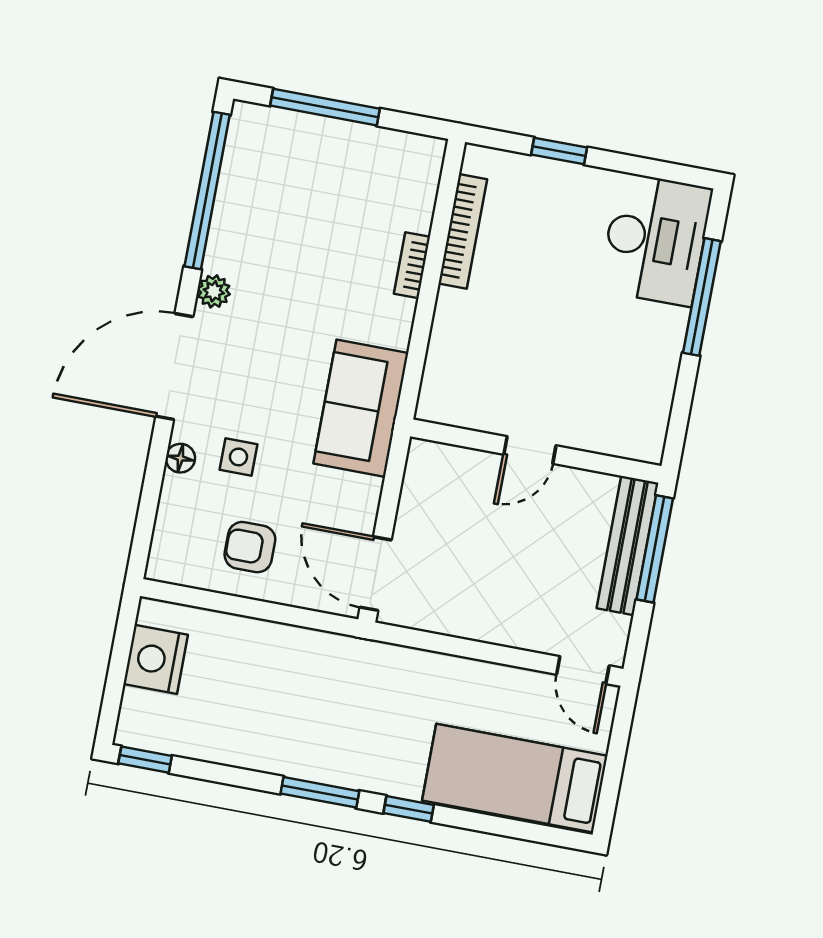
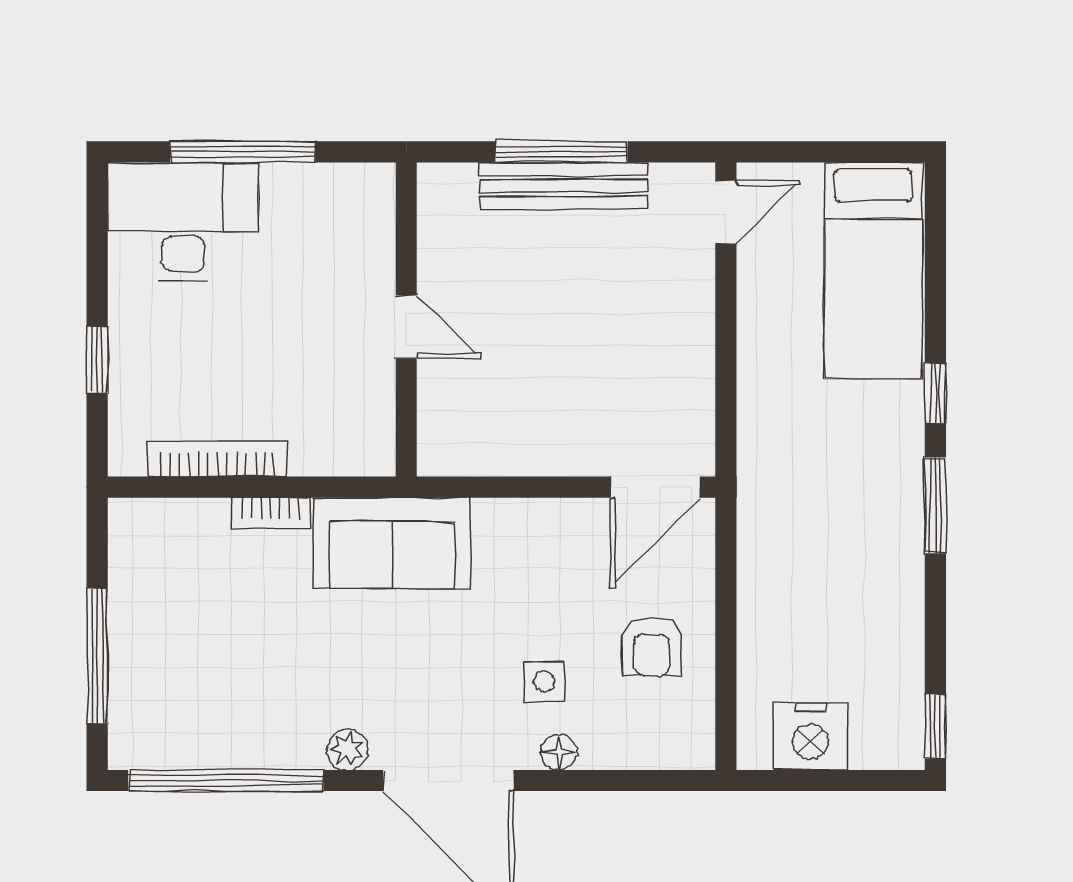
sofa: (361, 408) -> (392, 543), moved
door: (530, 450) -> (406, 327), moved
wall: (536, 451) -> (406, 320), moved

